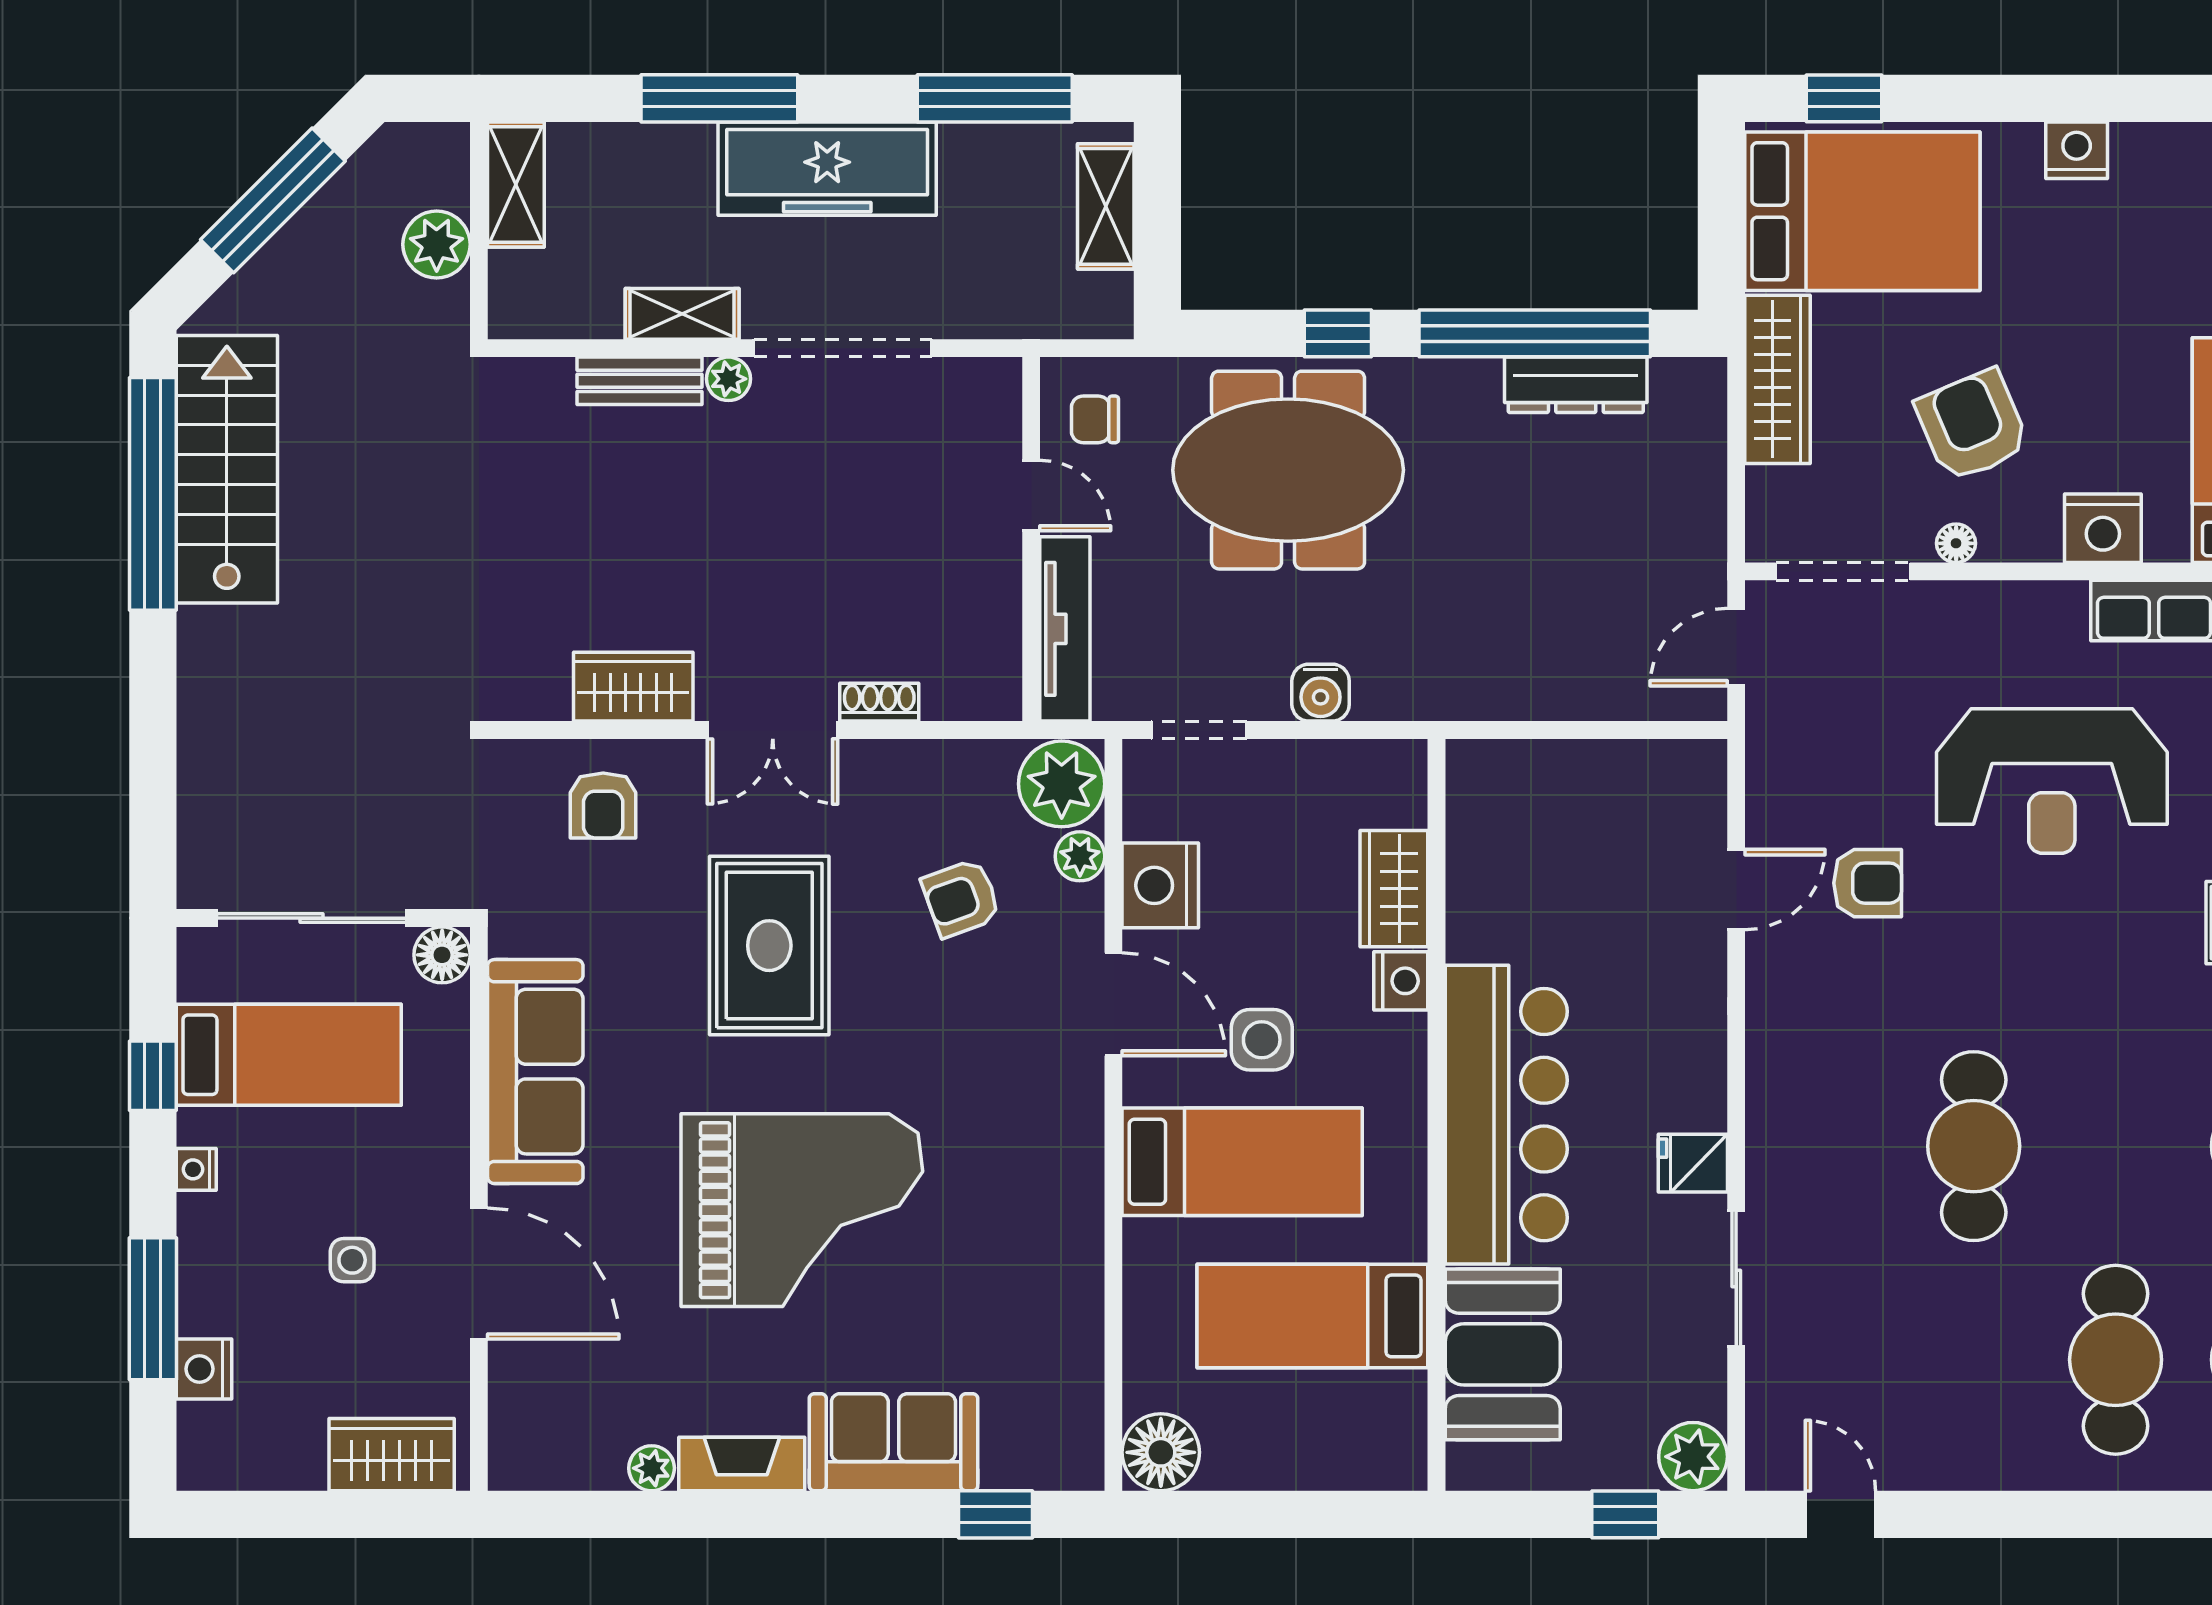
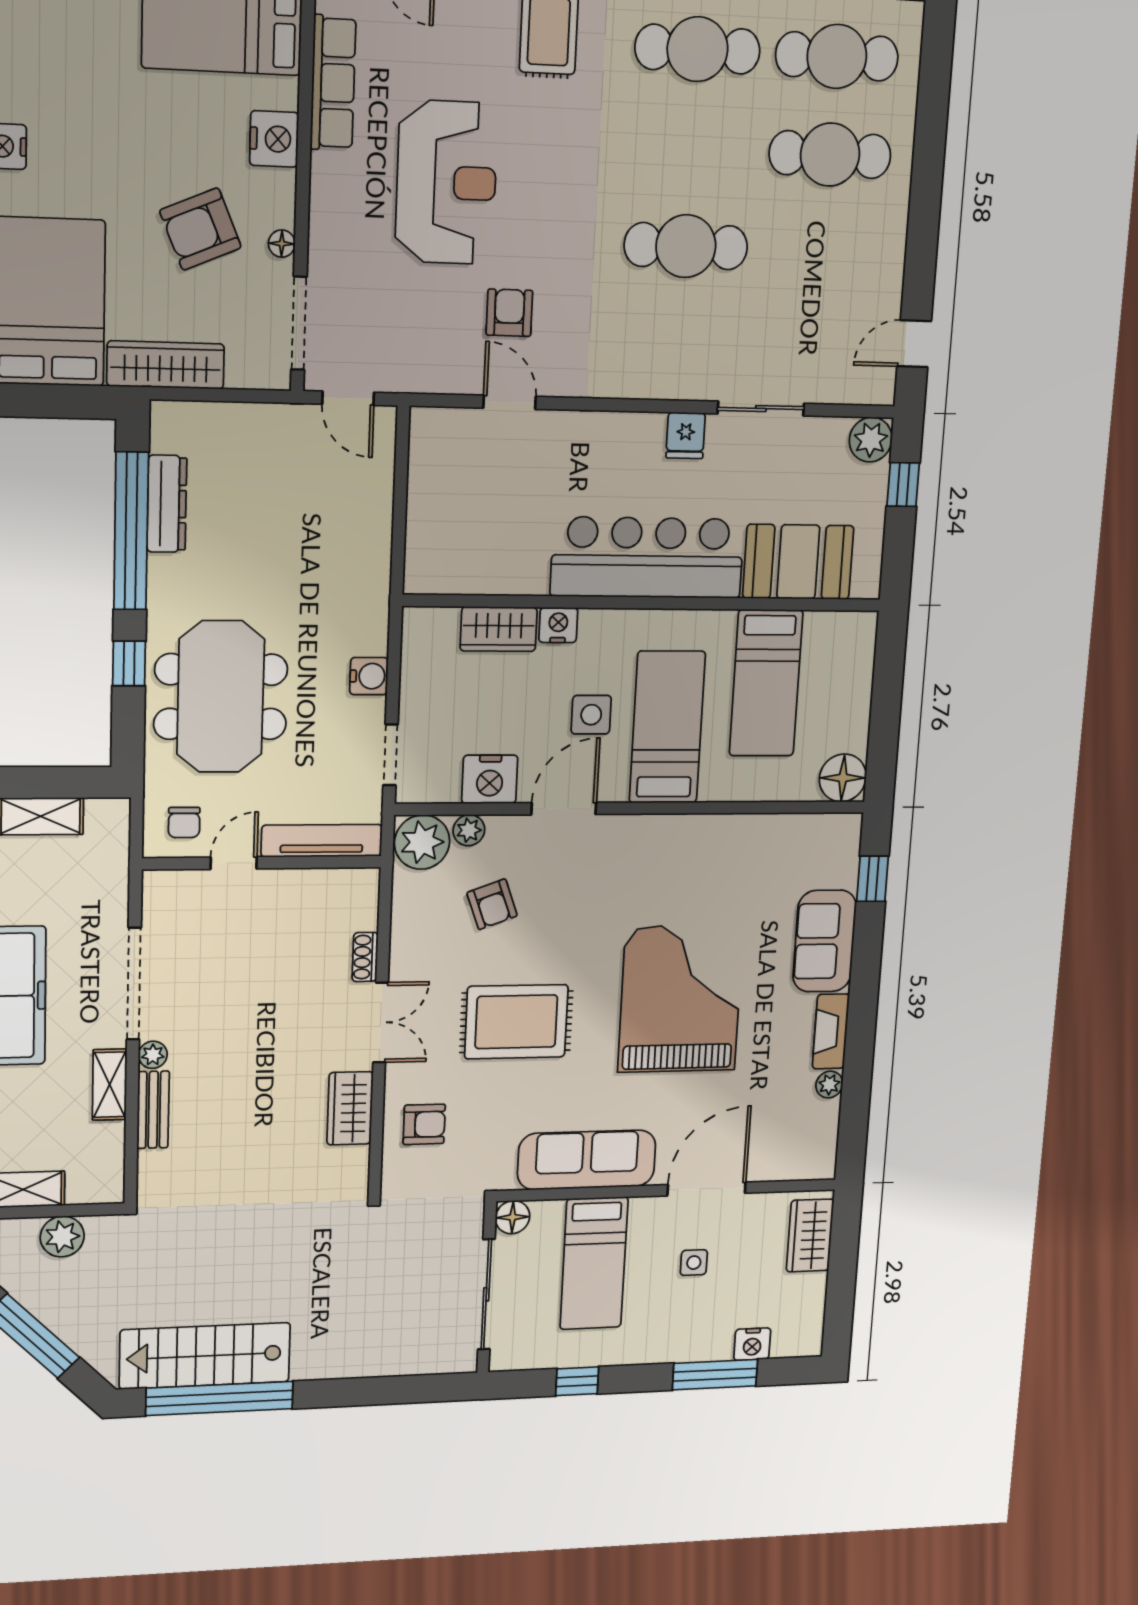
bed: (289, 1055) -> (594, 1263), moved, turned 180
nightstand: (196, 1169) -> (634, 1354), removed

